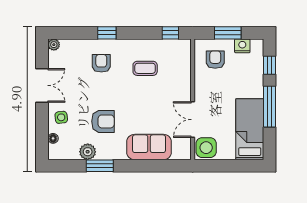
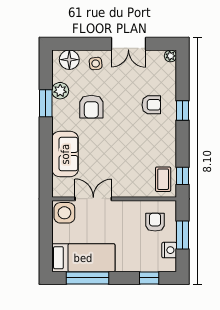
armchair: (215, 60) -> (155, 222), turned -90
coffee table: (145, 68) -> (163, 179), moved
window: (269, 107) -> (87, 278), moved
floor lamp: (53, 138) -> (69, 60), width x1.89, depth x1.89

